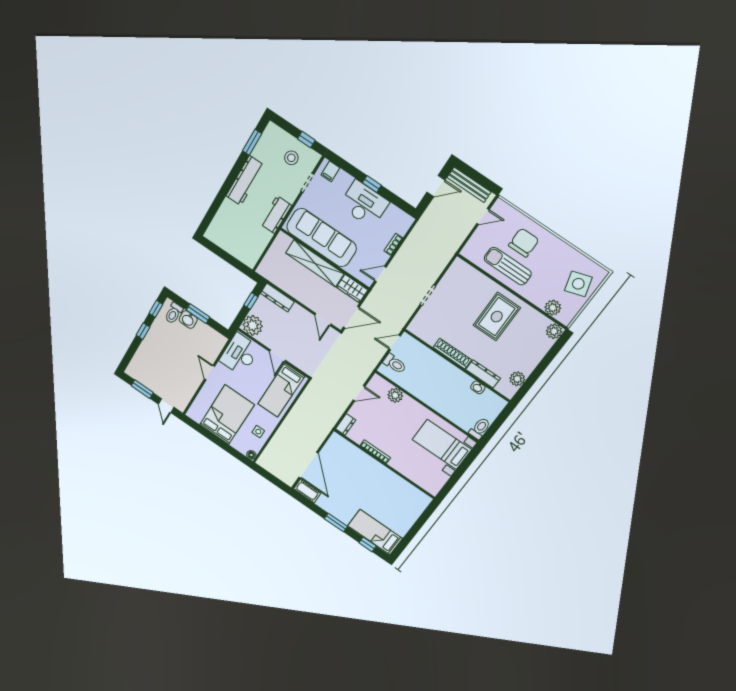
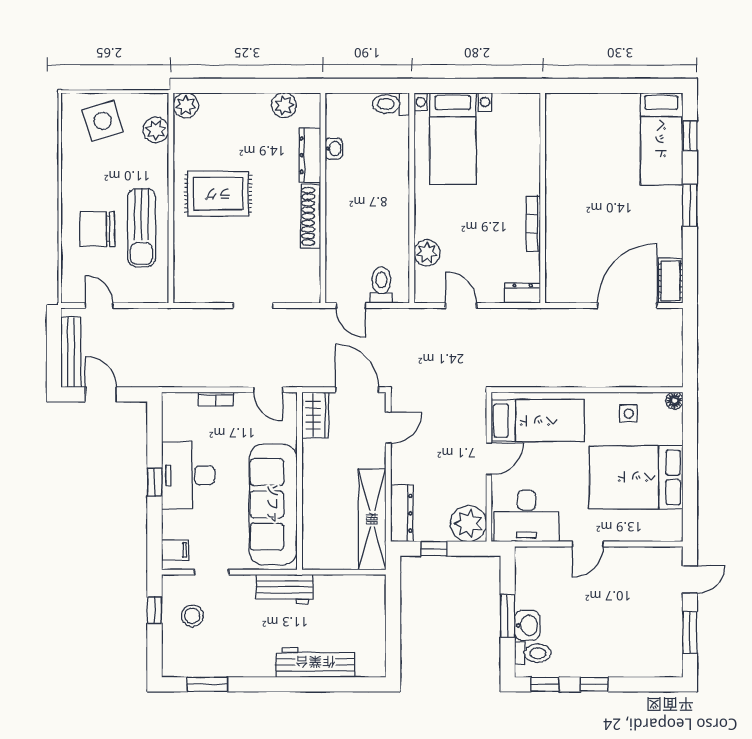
workbench: (245, 181) -> (315, 662), moved
shelving: (315, 263) -> (372, 519), moved

